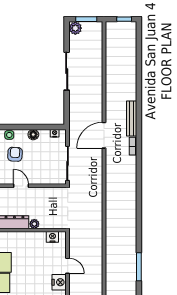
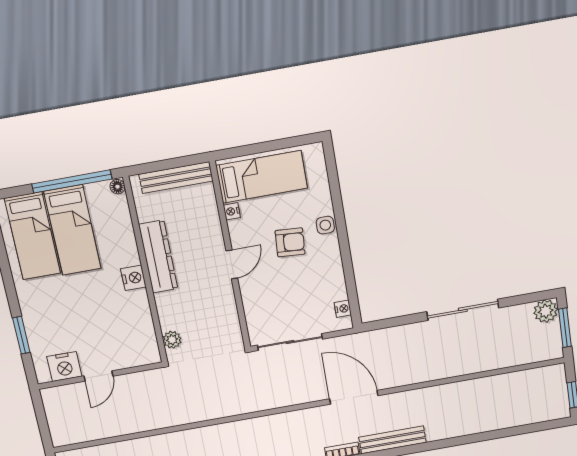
floor lamp: (33, 135) -> (334, 270), removed
plant: (34, 224) -> (172, 340), moved
nightstand: (52, 237) -> (133, 278), moved

